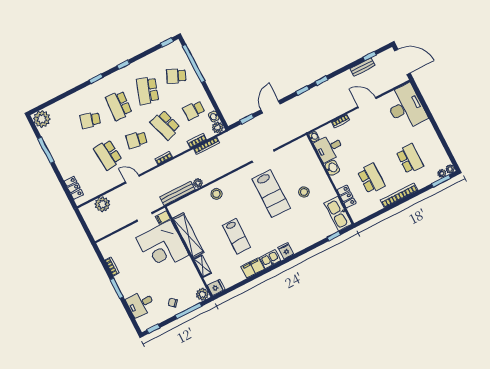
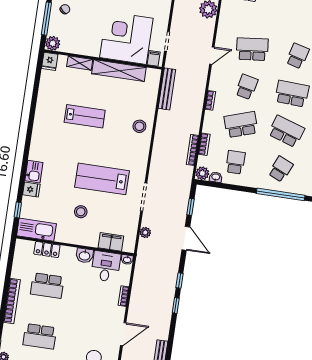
plant: (198, 183) -> (145, 232), moved
lab bench: (237, 236) -> (85, 116), turned 180
fridge: (286, 251) -> (31, 190), moved
kitchen sink: (270, 259) -> (34, 172), moved
filing cabinet: (253, 268) -> (111, 242), moved, turned -90

